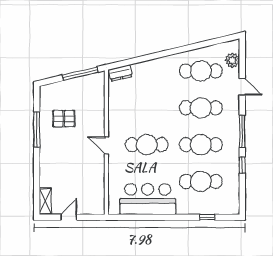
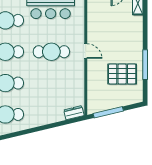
pallet: (64, 119) -> (122, 74), width x1.50, depth x1.42

